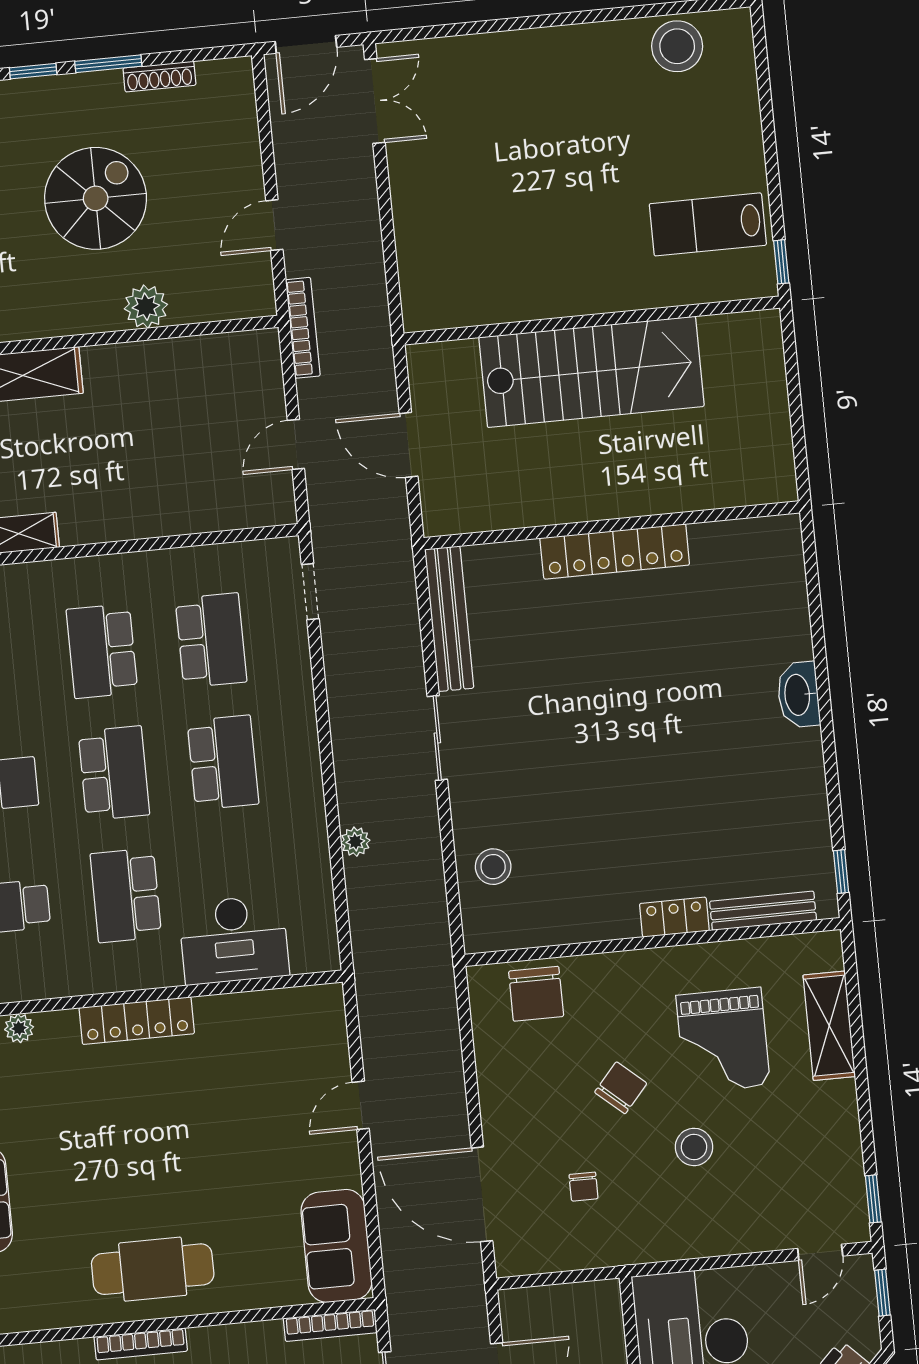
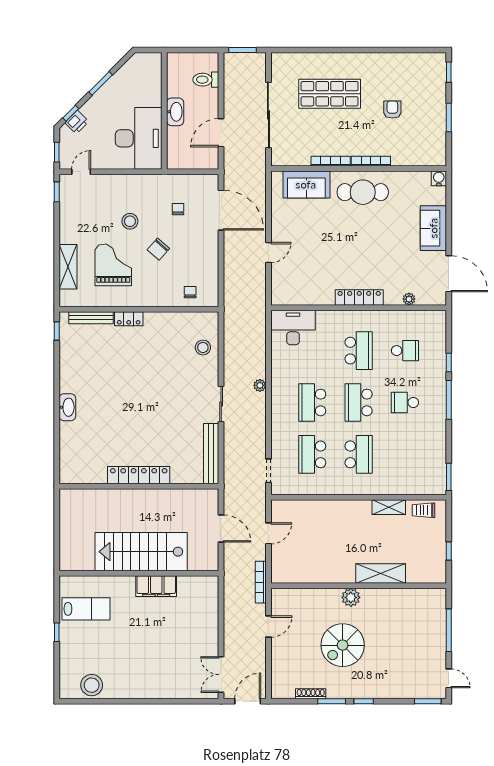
window: (781, 262) -> (57, 632), moved
filing cabinet: (548, 294) -> (156, 586), added
plant: (146, 307) -> (351, 597), moved
plant: (355, 842) -> (260, 385), moved
desk: (234, 940) -> (293, 327), moved
chair: (536, 994) -> (190, 292), width x0.54, depth x0.54
sofa: (337, 1246) -> (306, 184), moved, turned 90
bookcase: (330, 1325) -> (331, 161), moved

